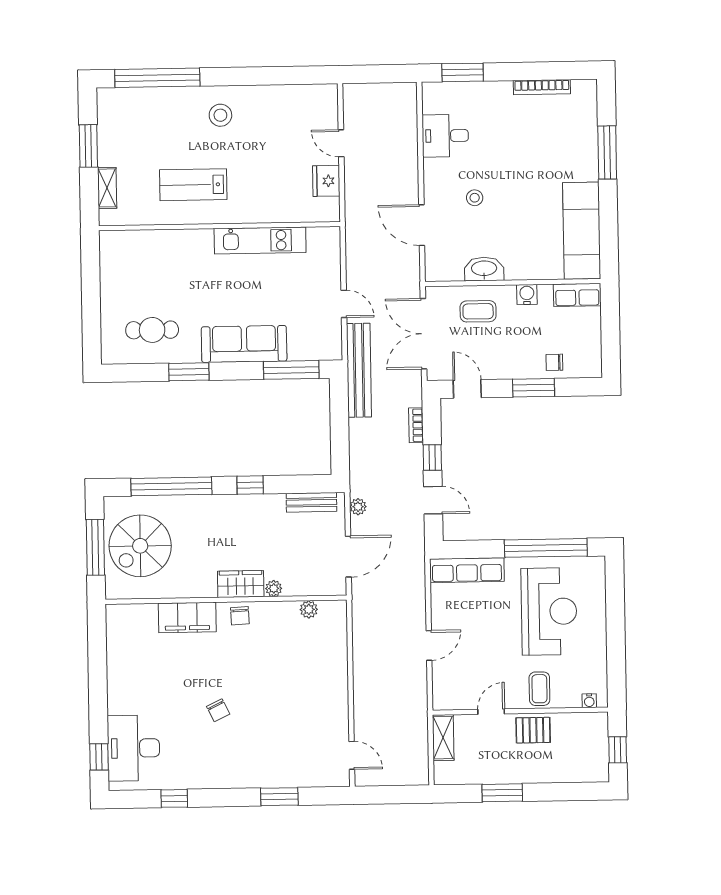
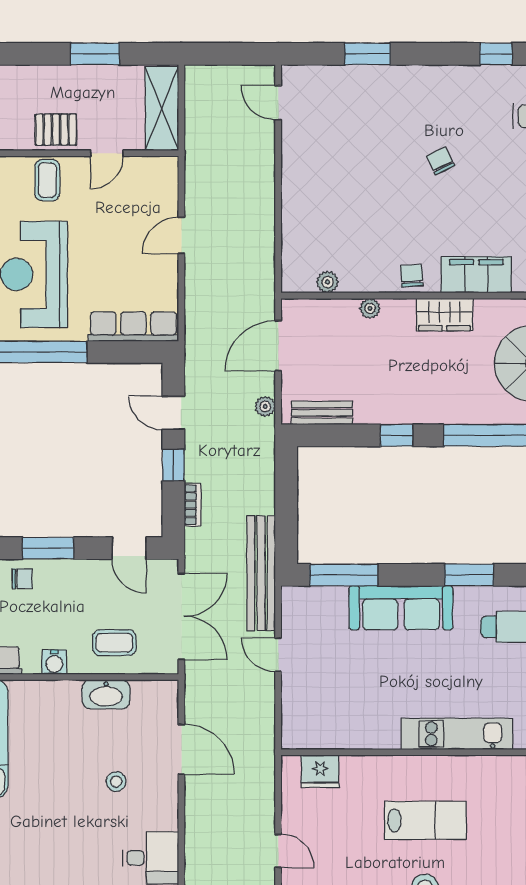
fridge: (326, 181) -> (320, 771), moved, turned 90
lab bench: (193, 185) -> (425, 820), moved
kitchen unit: (260, 240) -> (457, 734), moved
wardrobe: (241, 584) -> (445, 315), moved
shelving: (443, 738) -> (162, 108), width x1.50, depth x1.33

